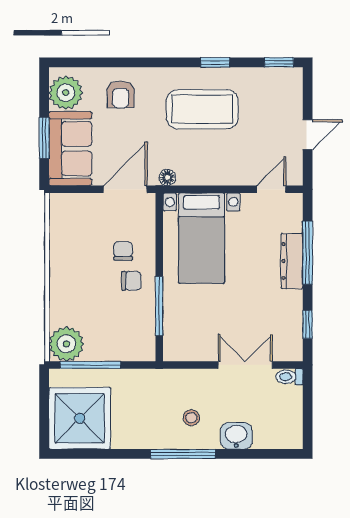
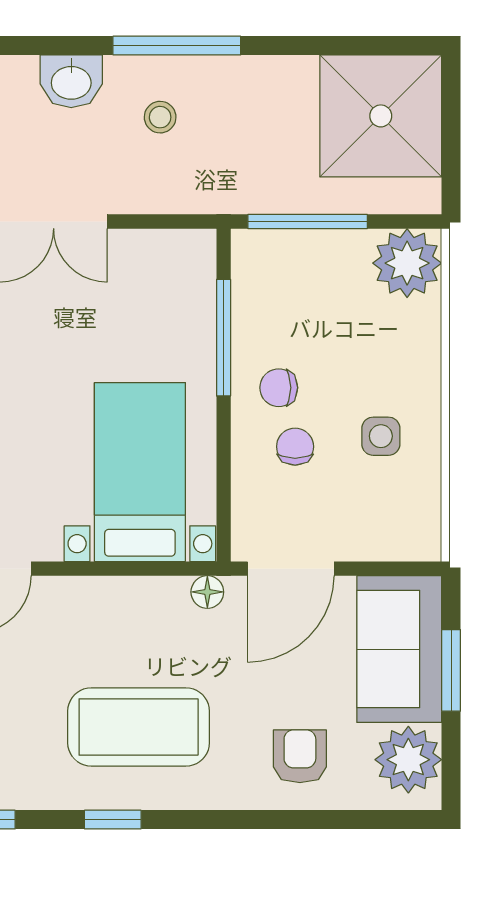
chair: (123, 251) -> (295, 447), turned 180
side table: (80, 256) -> (381, 436), added
window: (90, 365) -> (308, 221), moved

